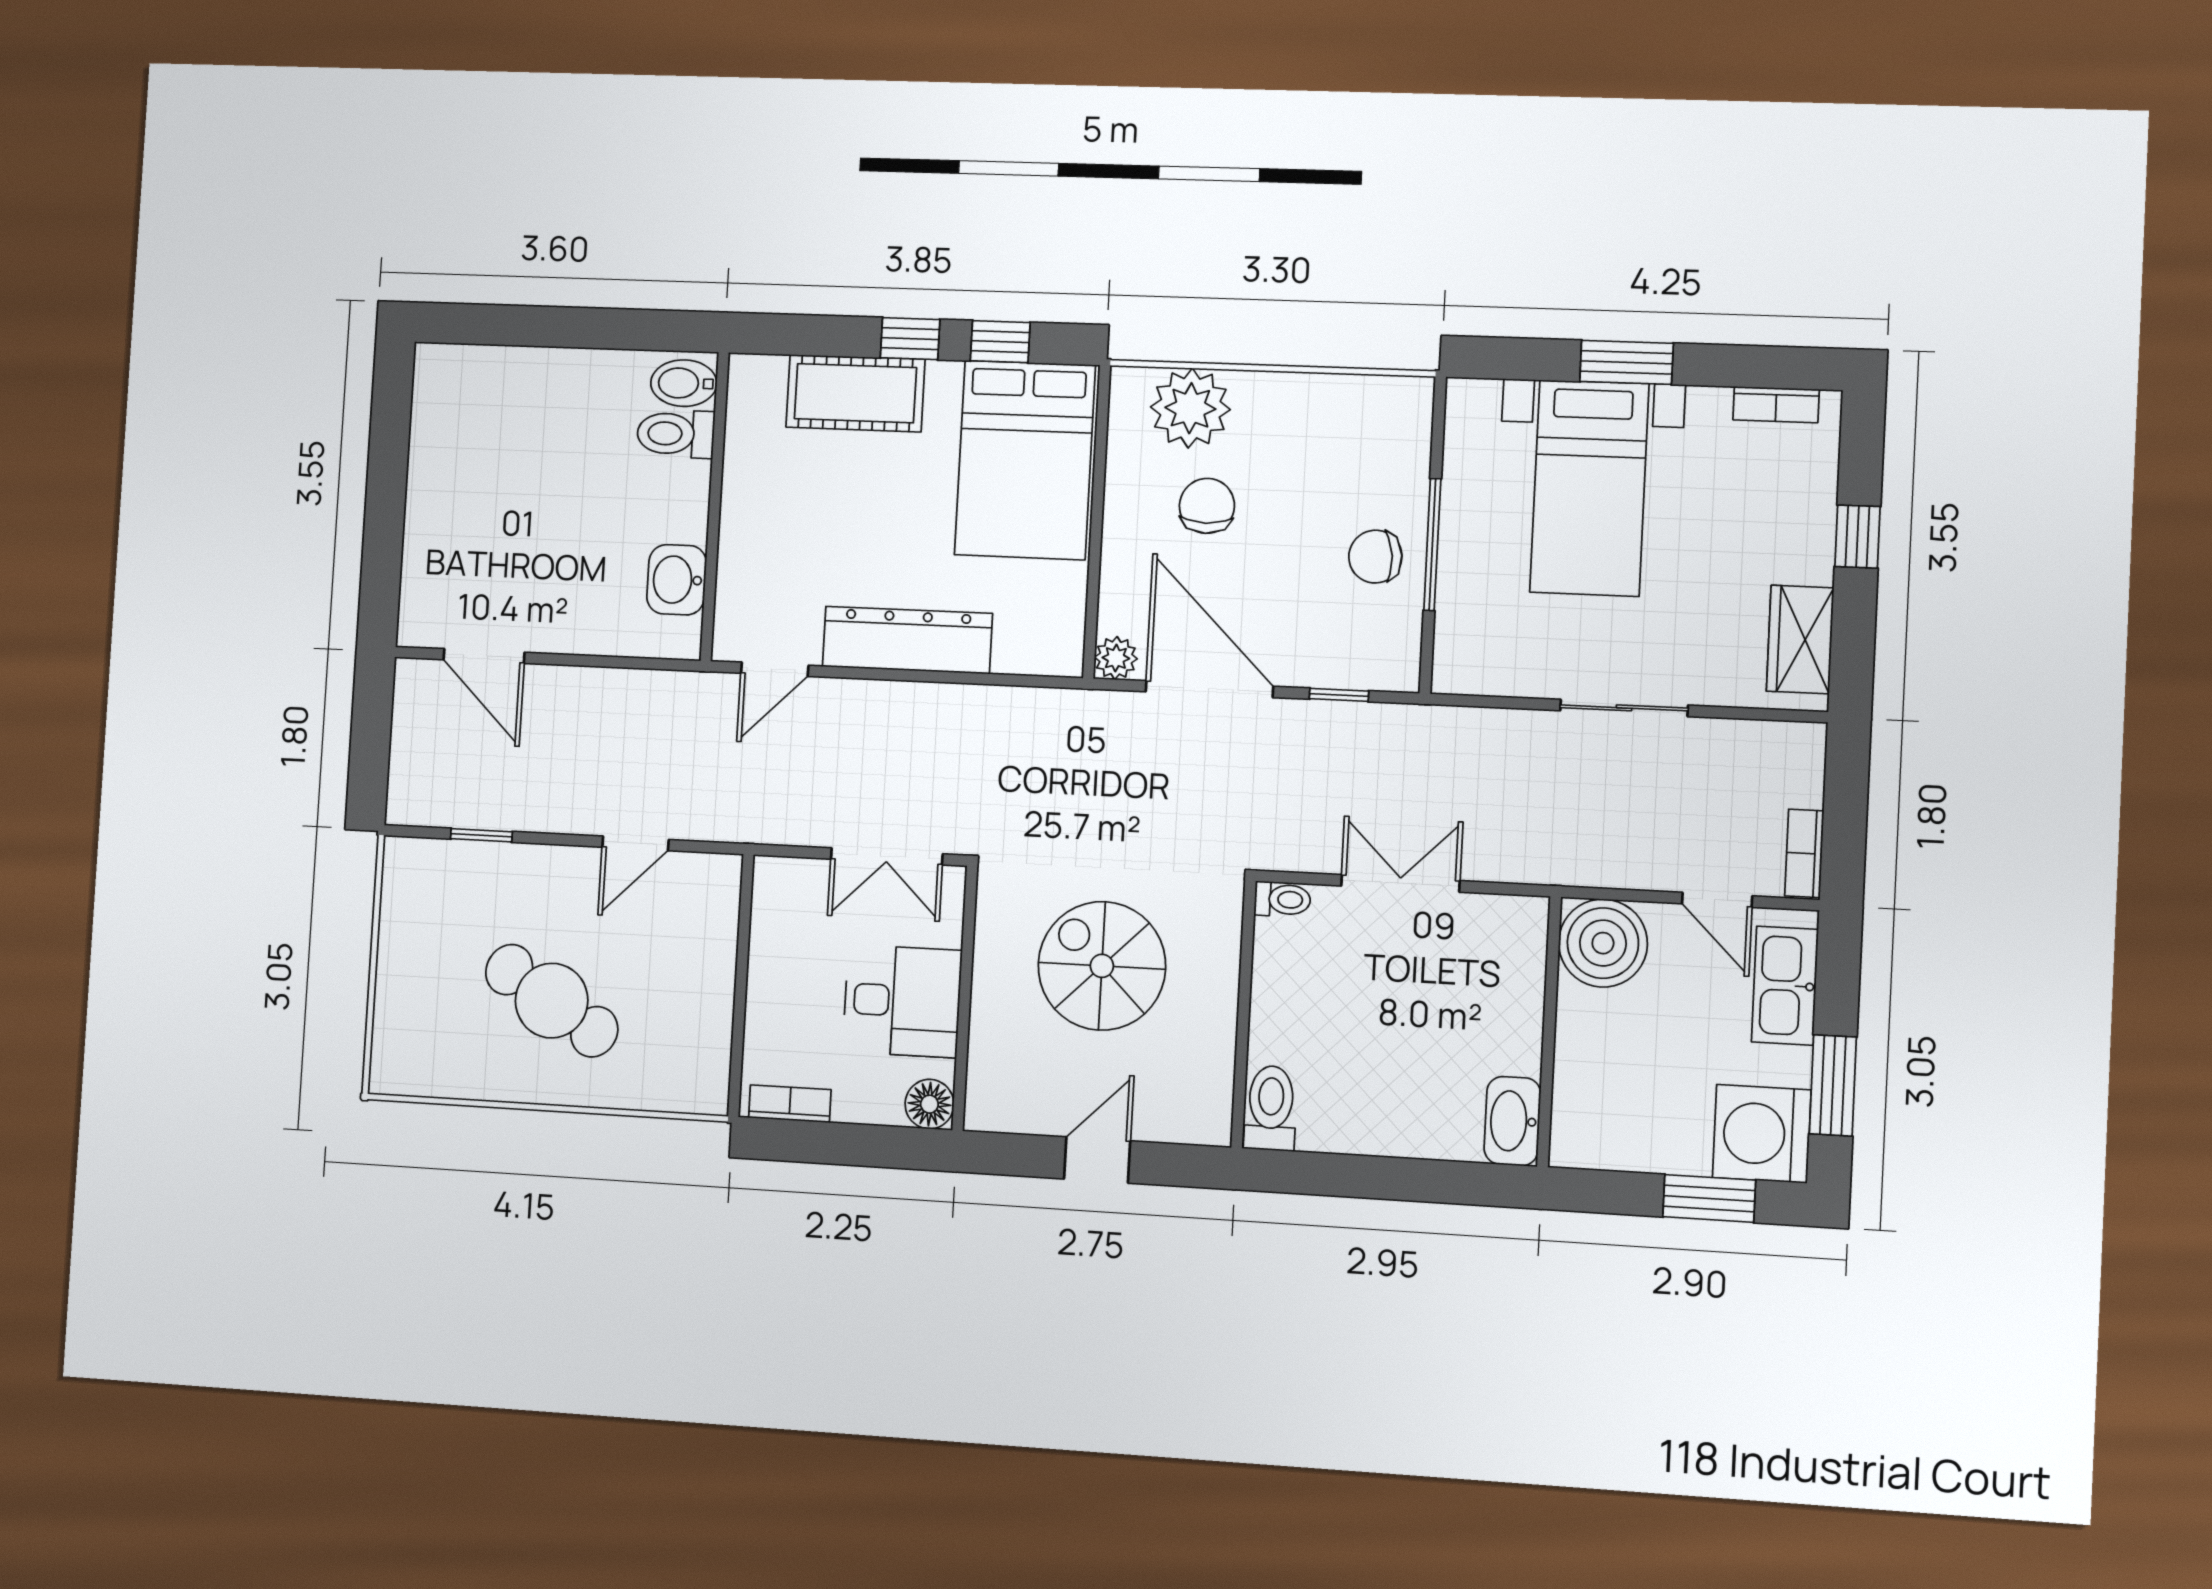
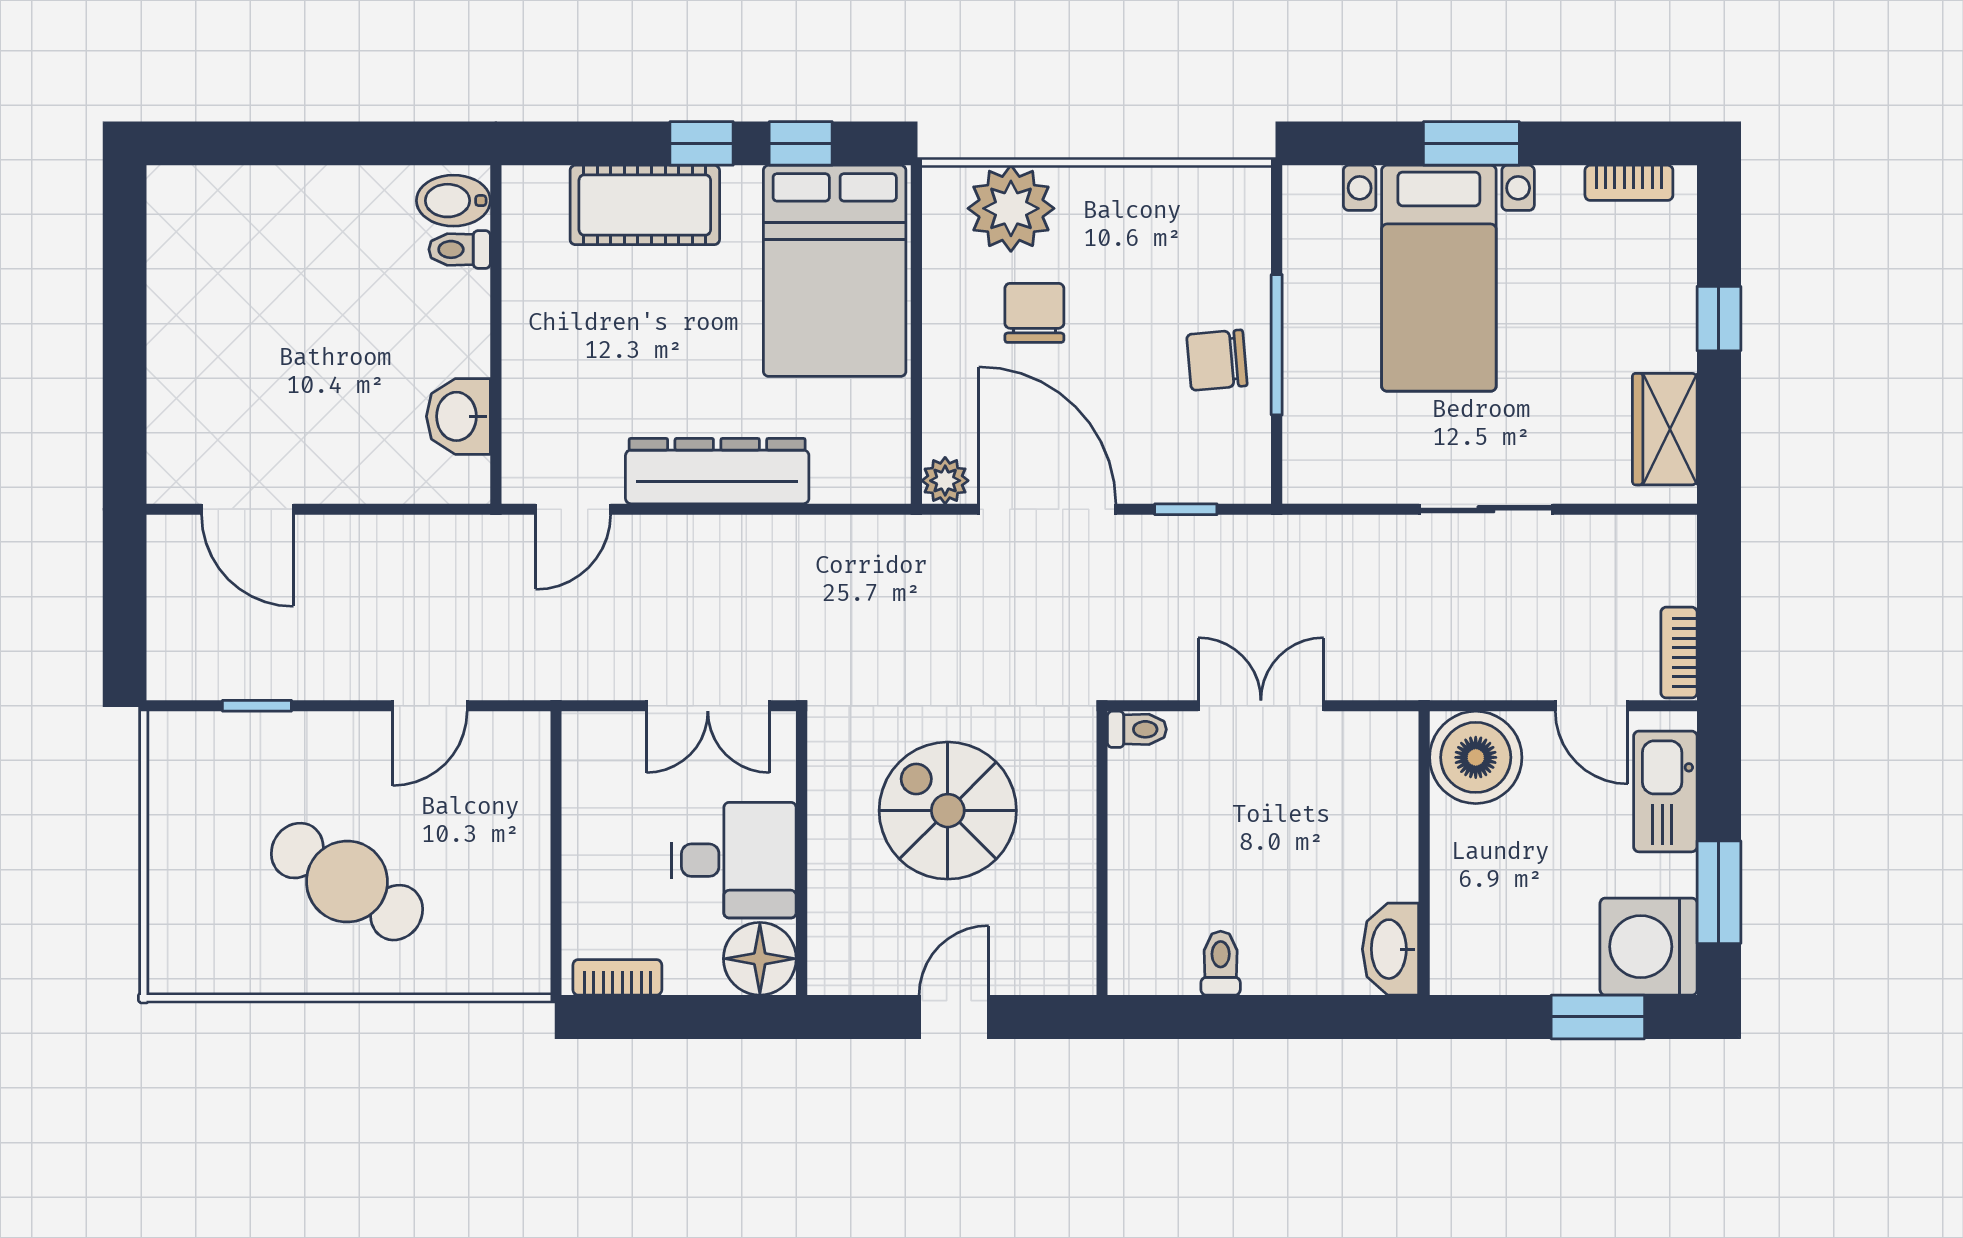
toilet: (676, 434) -> (460, 249), width x0.73, depth x0.72
floor lamp: (929, 1104) -> (760, 959), width x1.38, depth x1.38
toilet: (1271, 1108) -> (1221, 963), moved, width x0.73, depth x0.72

